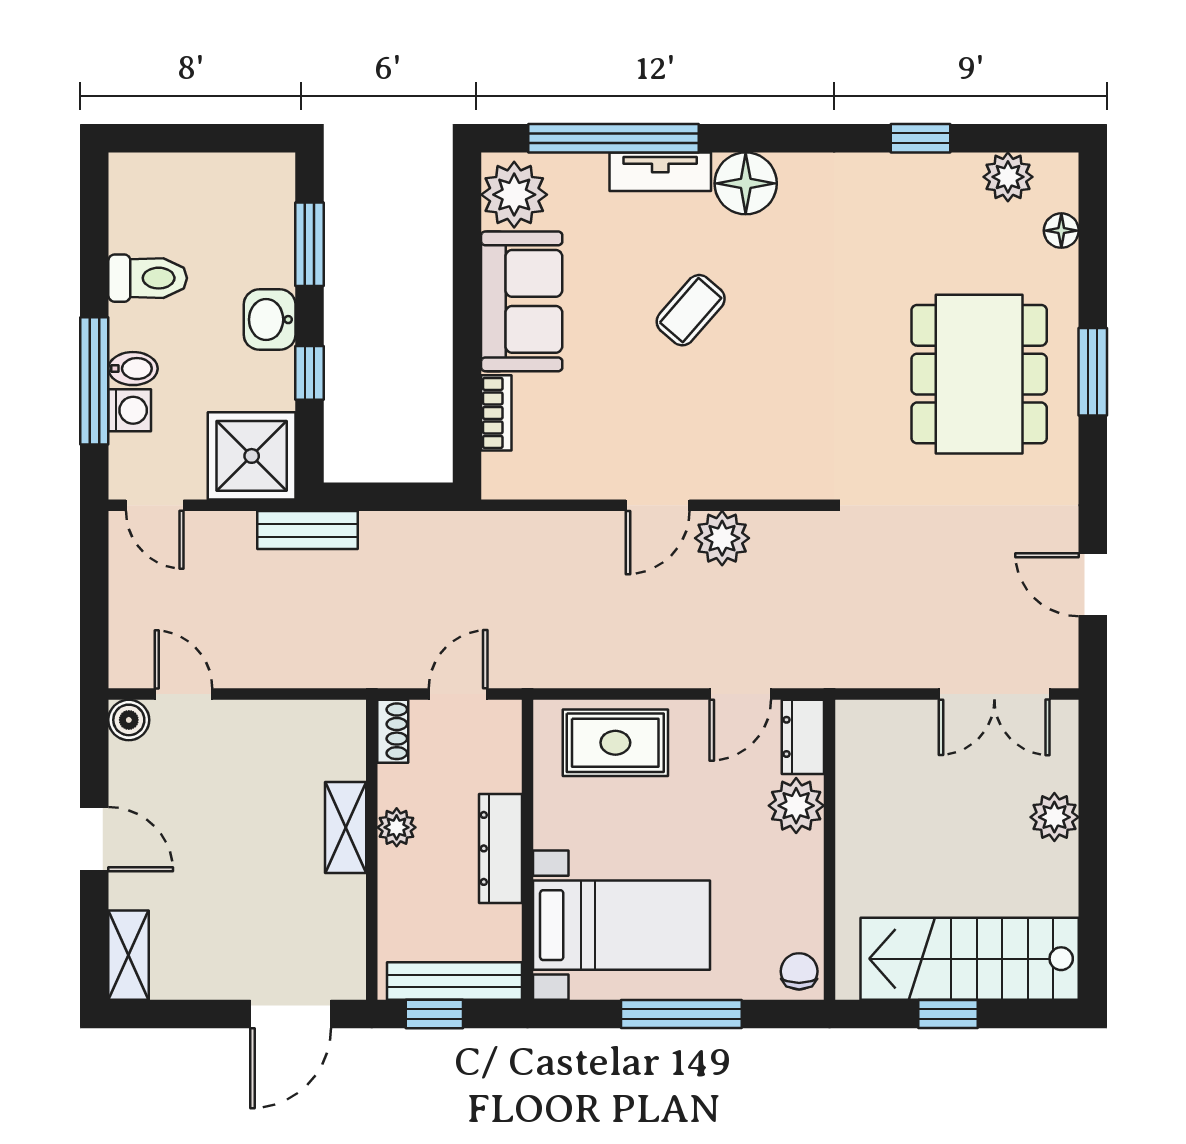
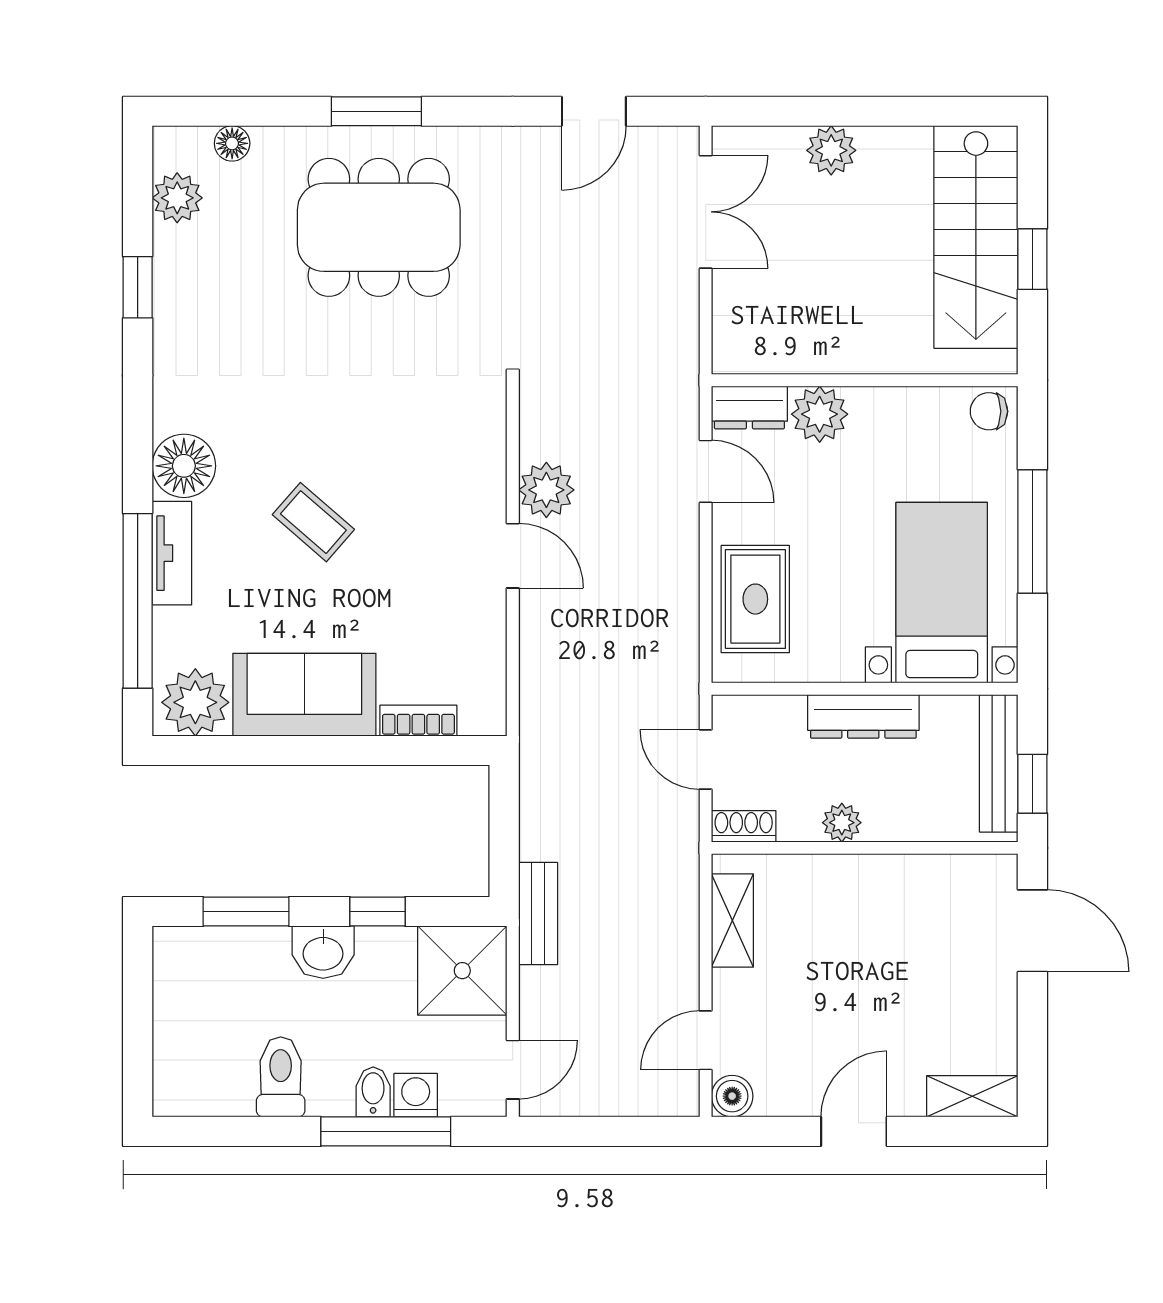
shelving: (346, 828) -> (732, 920), moved, turned 90

